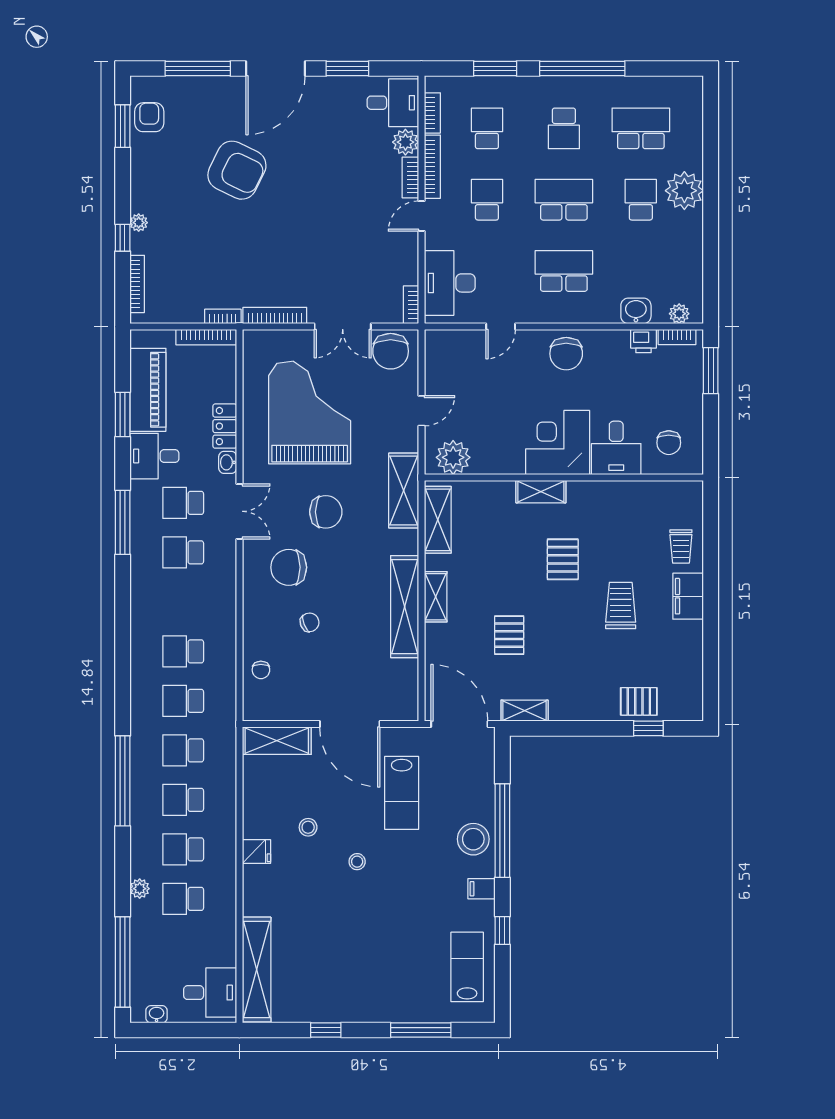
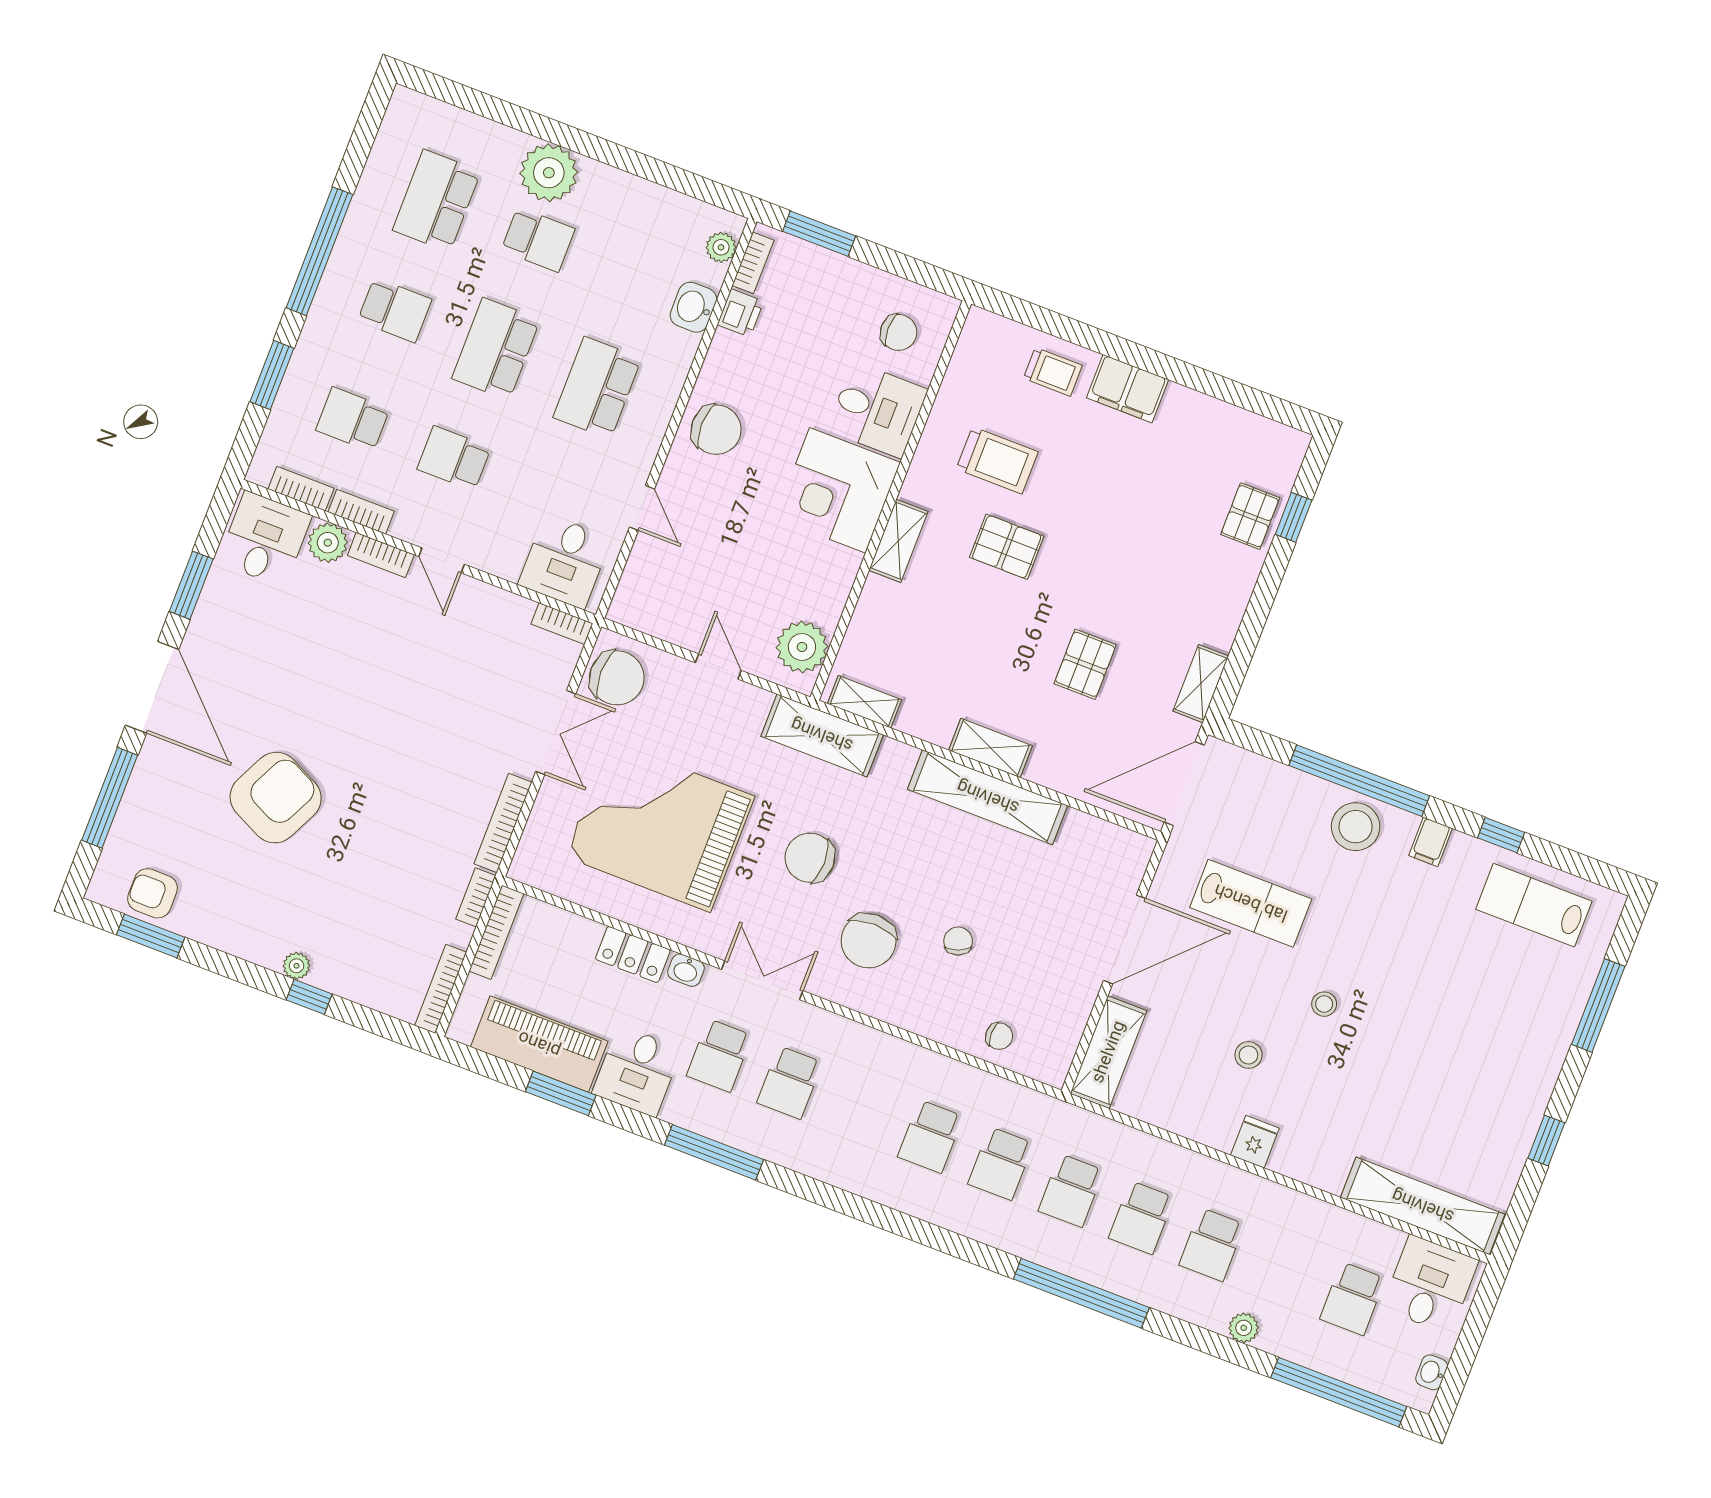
bookcase: (432, 167) -> (361, 512), width x0.64
school desk: (641, 200) -> (538, 240), turned 180
desk: (450, 283) -> (565, 561), width x0.73
bookcase: (137, 284) -> (441, 989), moved, turned -90
chair: (326, 512) -> (810, 858), turned -90
shelving: (438, 520) -> (864, 702), width x0.67, depth x0.75
trolley: (621, 606) -> (997, 460), moved, turned 180
pallet: (509, 635) -> (1085, 664), turned 90
school desk: (183, 899) -> (1353, 1299), moved

